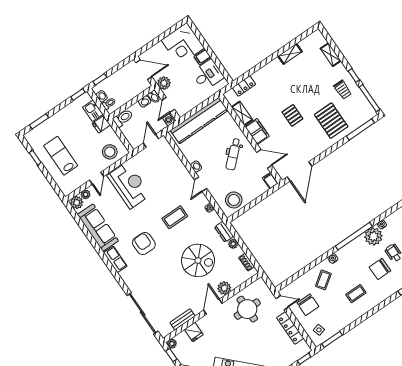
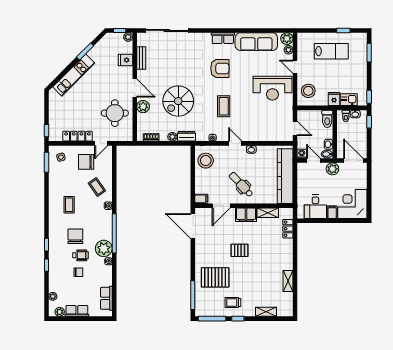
door: (144, 70) -> (353, 161), swing flipped

